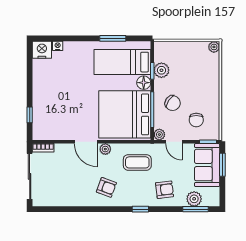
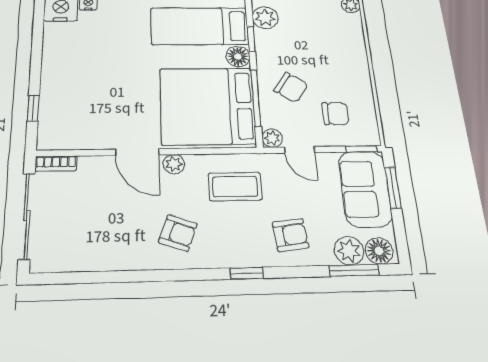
plant: (161, 70) -> (265, 18), moved
chair: (196, 120) -> (335, 114), turned -90
floor lamp: (210, 199) -> (379, 251), added

